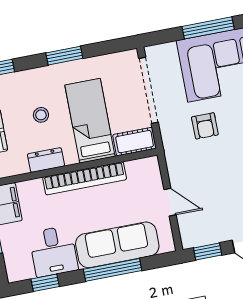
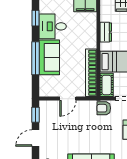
armchair: (205, 126) -> (104, 108), moved
bookcase: (85, 178) -> (91, 73), moved
sofa: (117, 245) -> (49, 57), width x0.73

